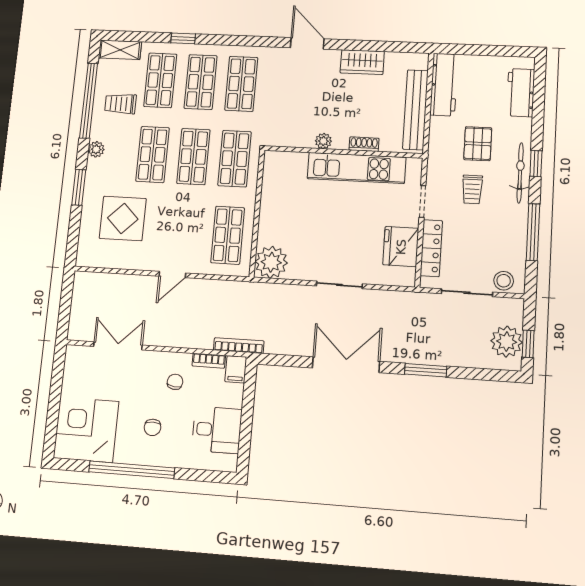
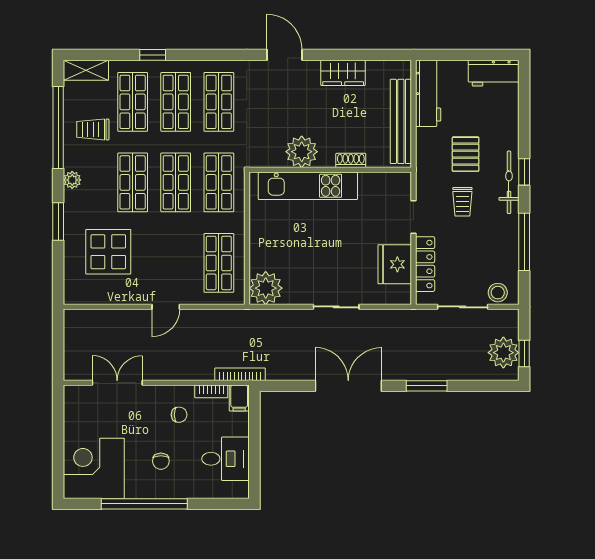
workbench: (521, 93) -> (494, 73), moved, turned -90
plant: (323, 141) -> (302, 152), width x1.88, depth x1.88
kitchen unit: (356, 168) -> (308, 186), moved
chair: (175, 382) -> (179, 415), turned 81

